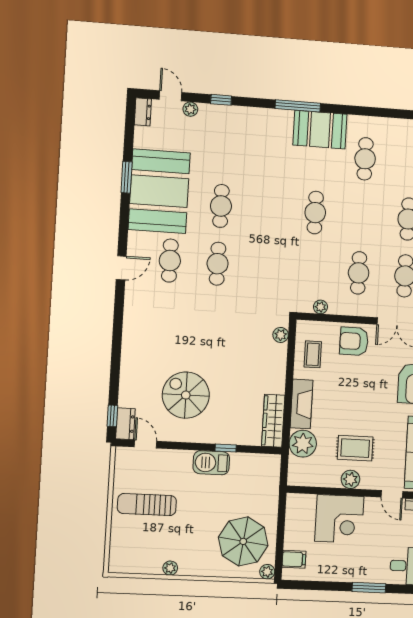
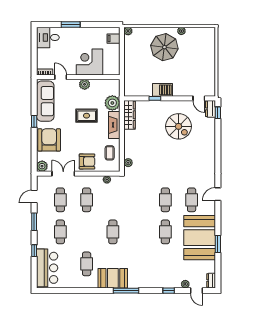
rug: (355, 448) -> (87, 116), moved
sun lounger: (147, 505) -> (196, 65), removed
parasol: (243, 541) -> (164, 47), moved

